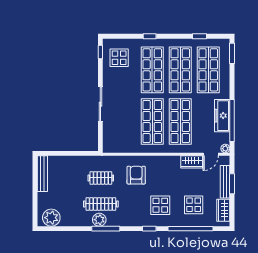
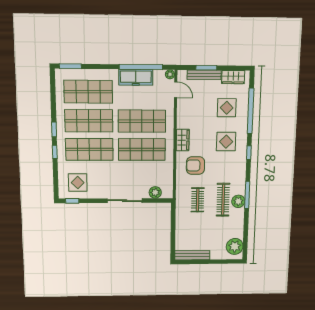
window: (199, 36) -> (54, 129), moved
plant: (109, 135) -> (155, 192), added
wardrobe: (192, 162) -> (183, 140), moved

